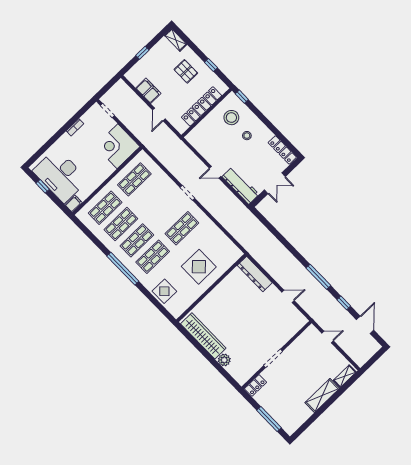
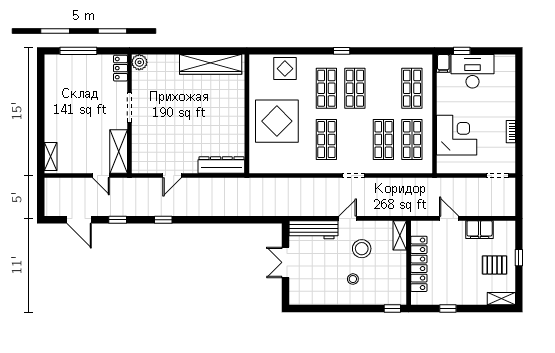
pallet: (186, 71) -> (495, 265), moved
stool: (231, 118) -> (362, 249), moved
shelving: (196, 133) -> (400, 235), added
corner desk: (117, 146) -> (457, 135), moved
locker: (282, 150) -> (309, 298), removed
desk: (60, 175) -> (472, 71), width x0.73, depth x0.77
window: (43, 186) -> (462, 51), moved
shop shelf: (121, 224) -> (383, 139), moved
display table: (199, 267) -> (277, 121), width x1.36, depth x1.36
window: (123, 269) -> (342, 51), width x0.32
window: (318, 277) -> (163, 220), width x0.46
door: (328, 337) -> (101, 175), hinge flipped
plant: (224, 360) -> (139, 62), moved
shelving: (322, 395) -> (119, 151), moved

